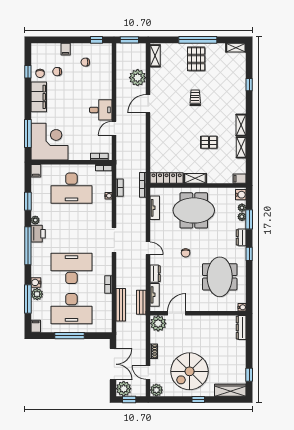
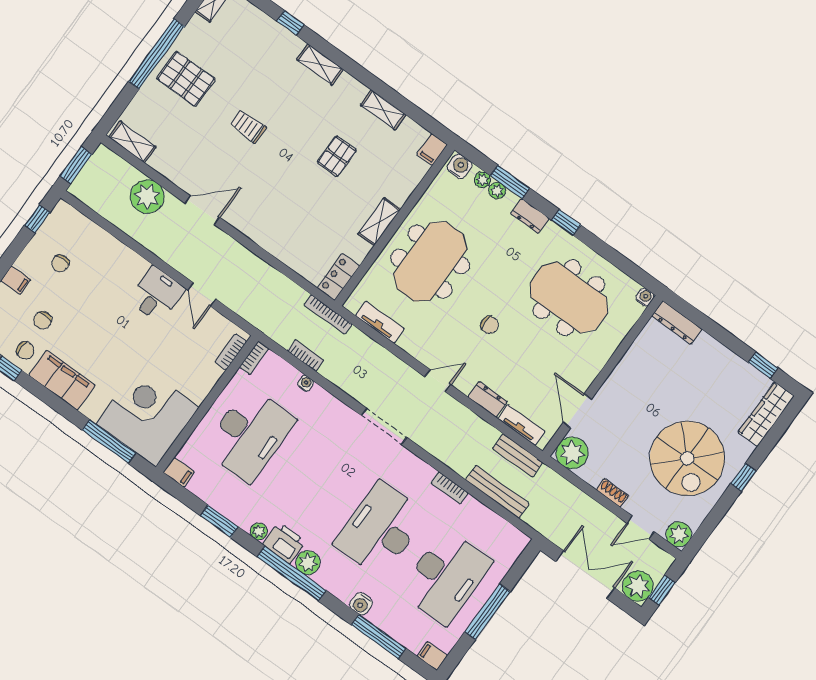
door: (148, 104) -> (202, 210), swing flipped
shelving: (241, 125) -> (320, 64), moved
locker: (167, 178) -> (338, 277), width x0.66
plant: (37, 294) -> (308, 563), moved

